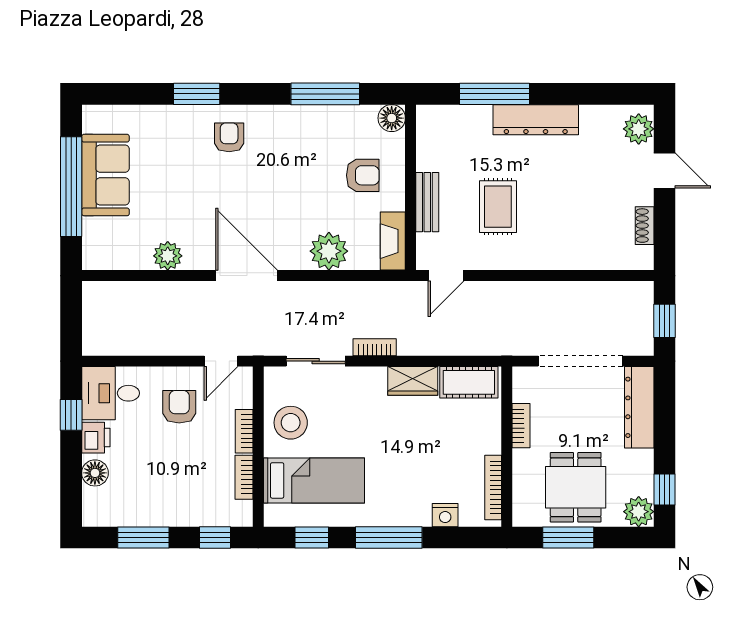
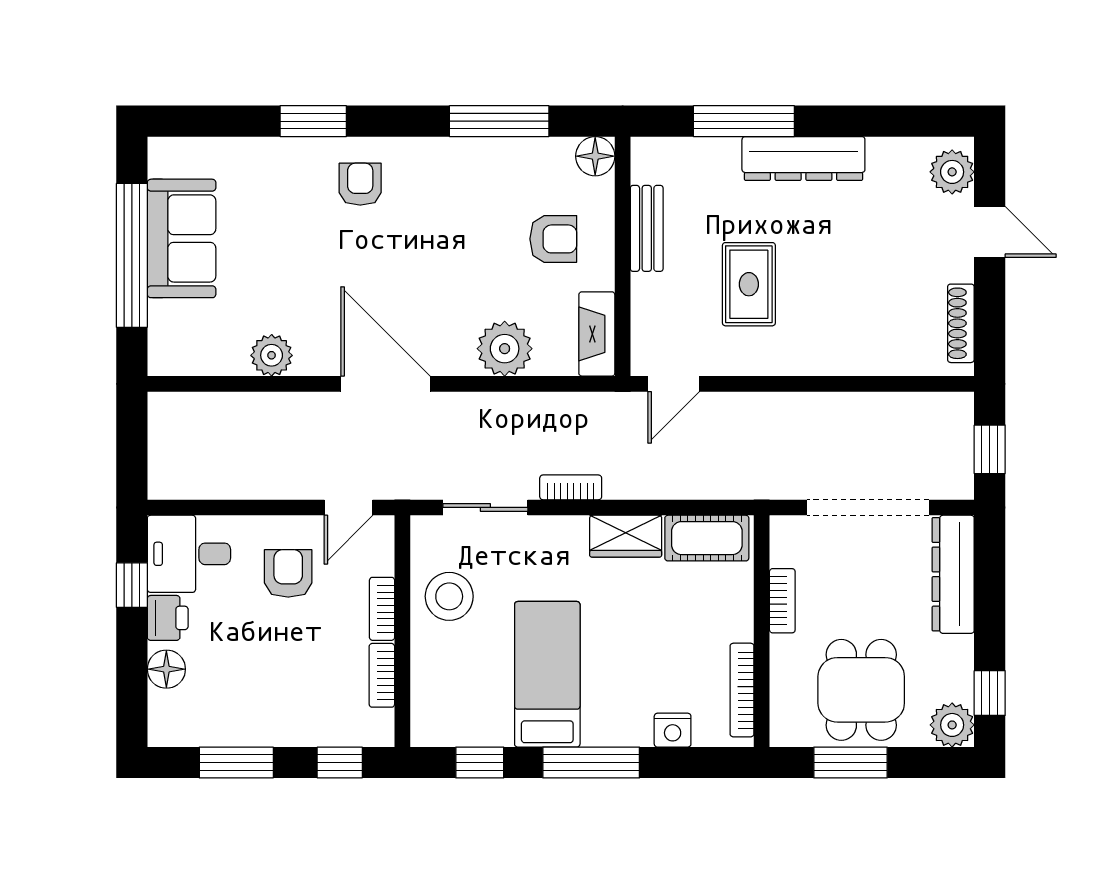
bench: (427, 202) -> (647, 228), moved
shoe rack: (645, 226) -> (961, 323), width x1.43
bed: (314, 480) -> (547, 674), moved, turned -90

